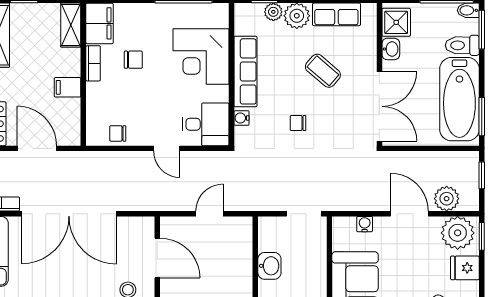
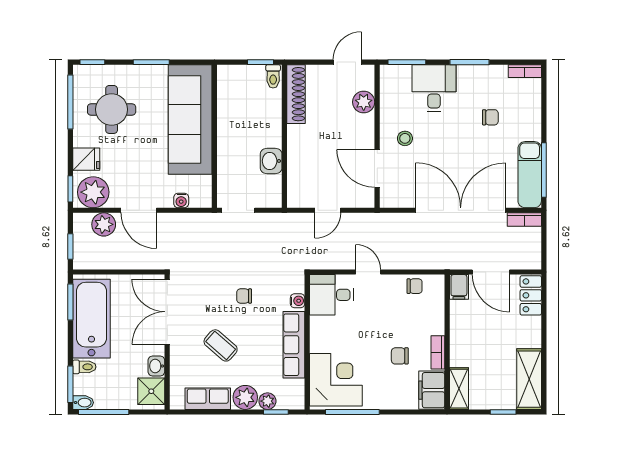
toilet: (462, 45) -> (84, 367), width x0.73, depth x0.72
corner desk: (201, 56) -> (336, 380), moved
filing cabinet: (68, 87) -> (459, 287), moved, turned 90
chair: (298, 123) -> (244, 296), turned 180

